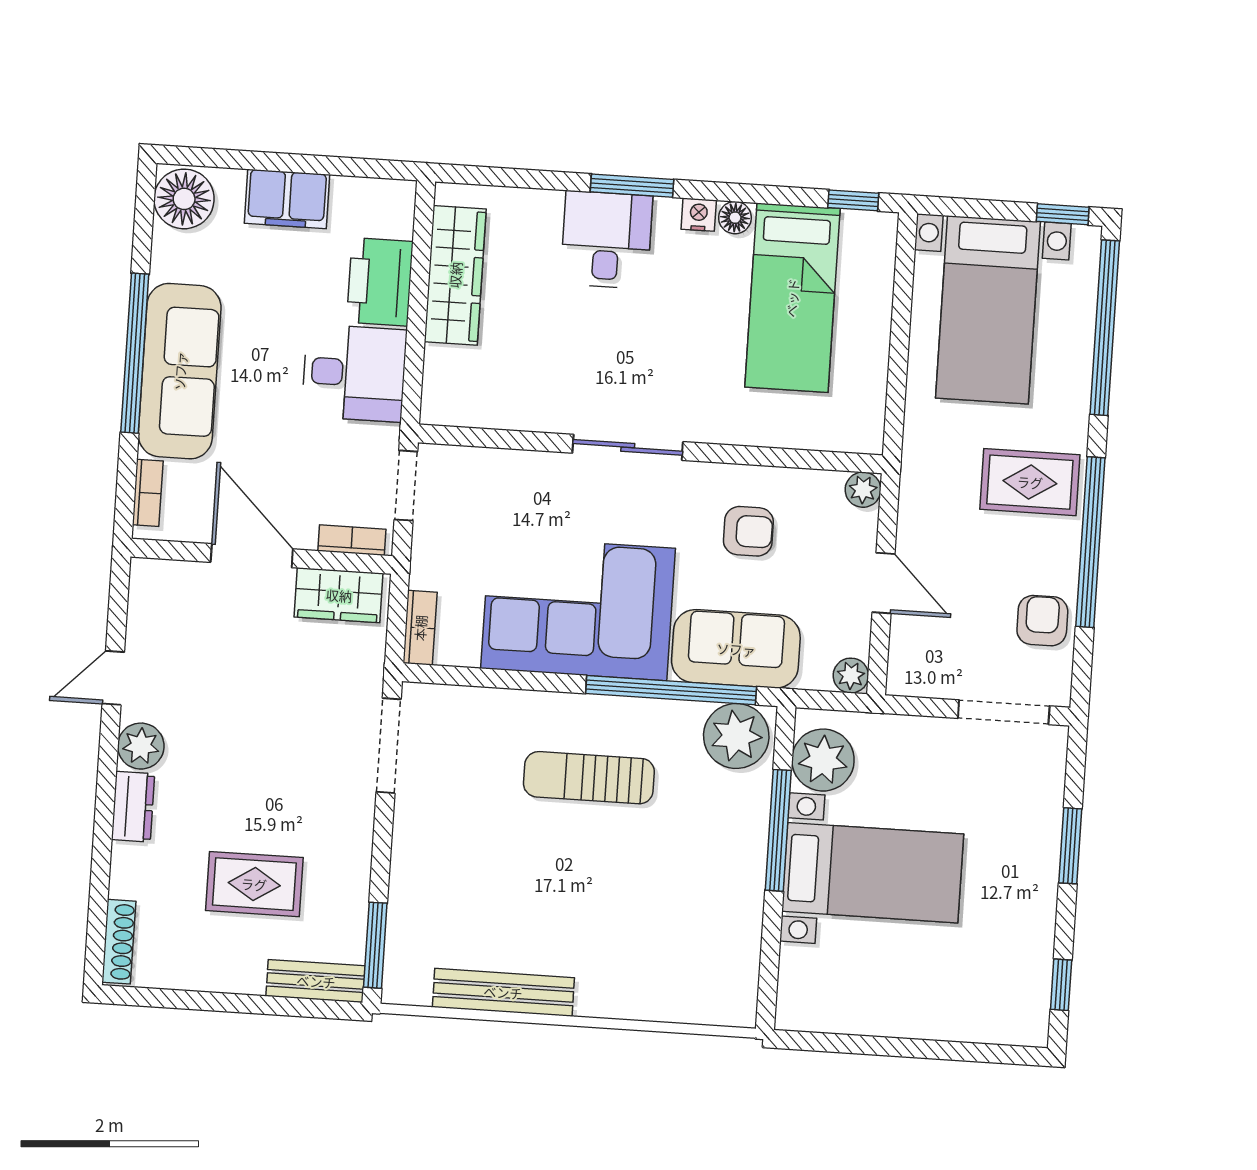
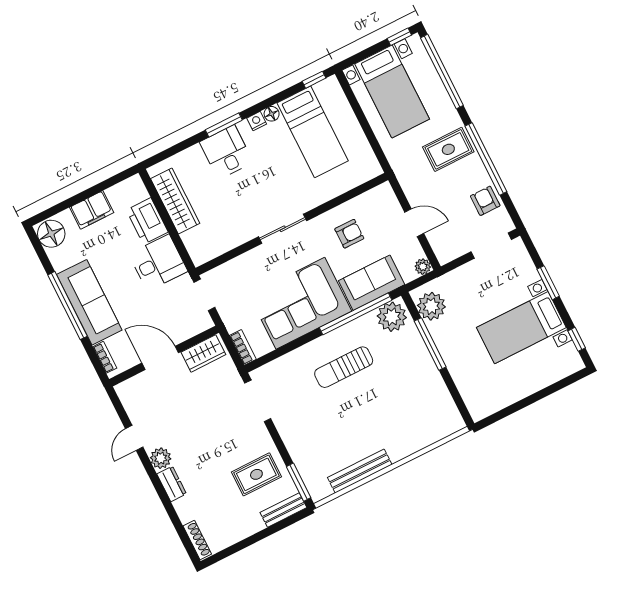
plant: (863, 490) -> (385, 191), removed
bookcase: (352, 540) -> (196, 329), removed
bed with nightstands: (873, 873) -> (521, 328), moved, turned 180
rug: (254, 884) -> (256, 474), moved

